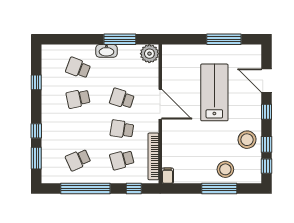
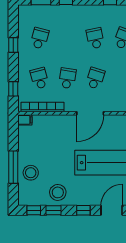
school desk: (78, 160) -> (39, 38), turned 39
window: (85, 188) -> (13, 45), width x0.32

